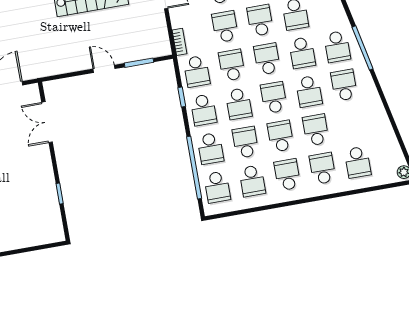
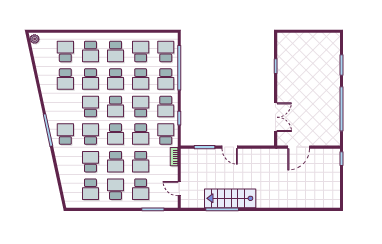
school desk: (344, 85) -> (65, 79), moved
school desk: (204, 110) -> (166, 107), turned 180
school desk: (210, 148) -> (166, 79), turned 180

